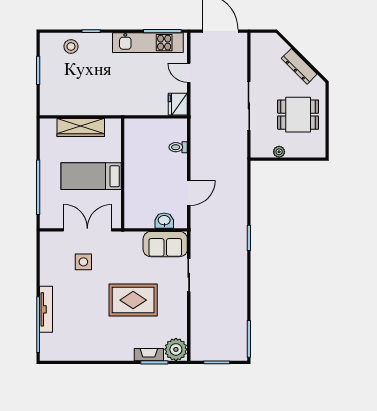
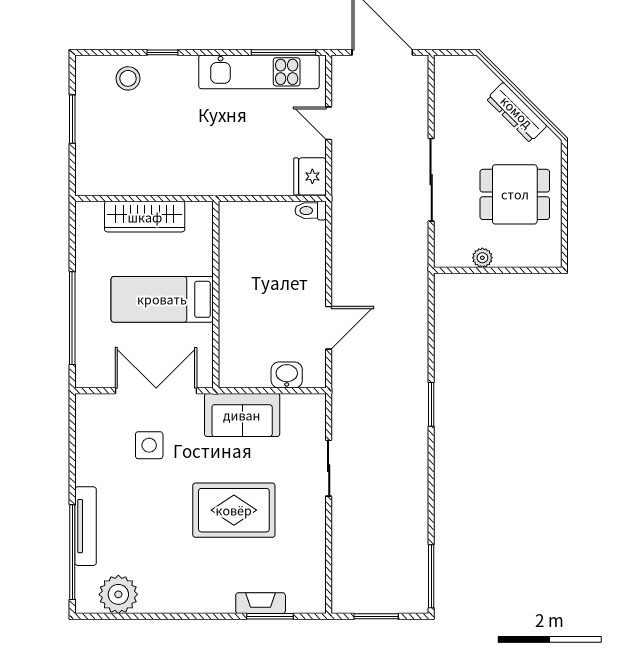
toilet: (178, 147) -> (311, 211), moved
sofa: (165, 244) -> (242, 415), moved
plant: (176, 349) -> (118, 594), moved

